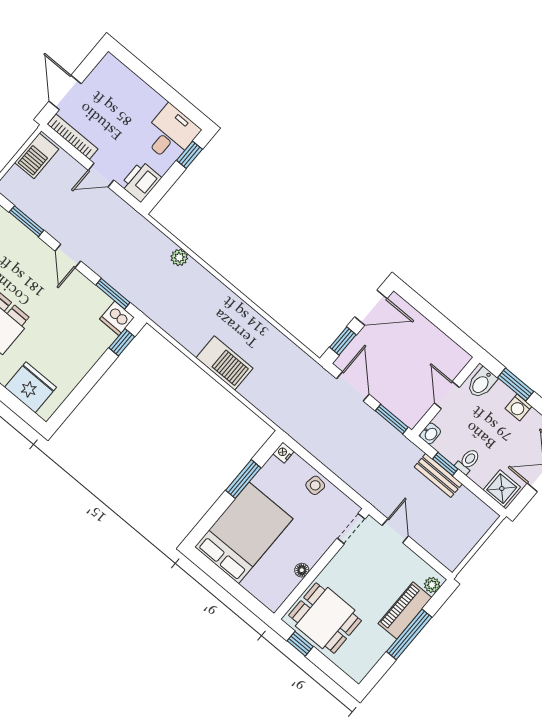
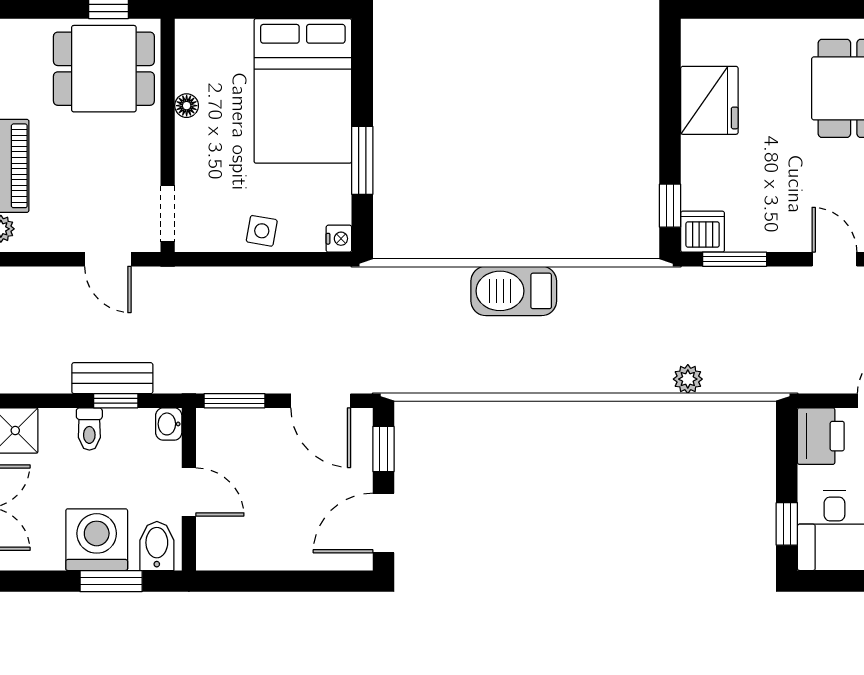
fridge: (31, 387) -> (709, 100), moved, turned -90
washing machine: (518, 408) -> (97, 540), width x1.89, depth x1.89

